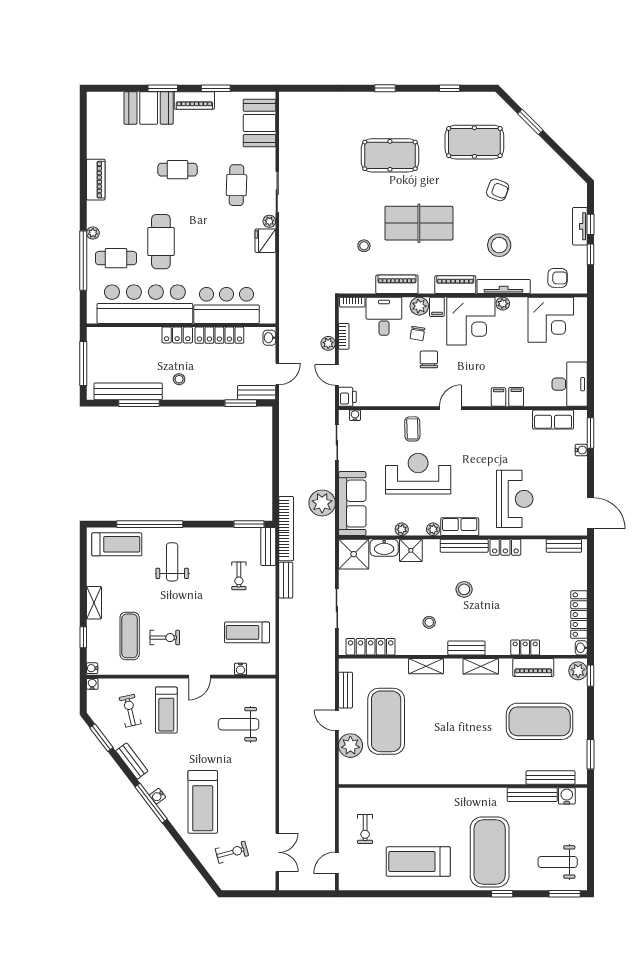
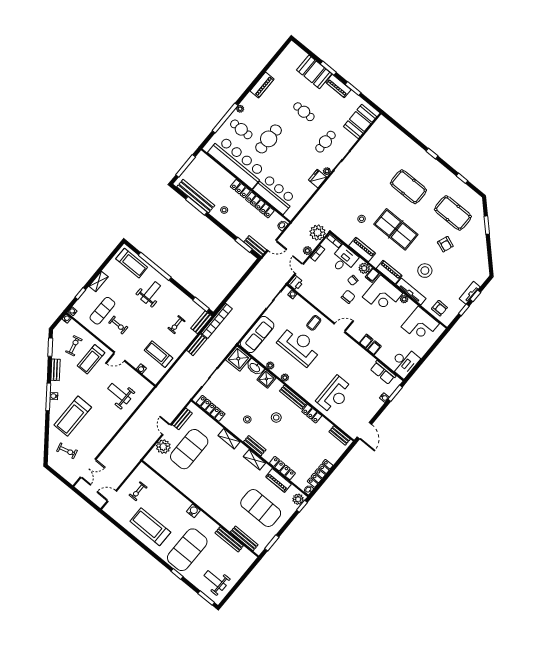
plant: (322, 503) -> (318, 233), moved
row of seats: (460, 527) -> (298, 387), removed
locker: (525, 647) -> (282, 468), width x1.53
water cooler: (567, 796) -> (193, 511), moved

